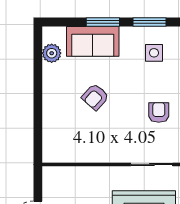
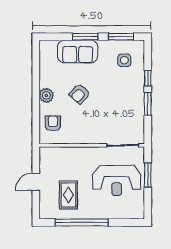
plant: (52, 53) -> (46, 95), moved
armchair: (159, 112) -> (53, 123), moved

